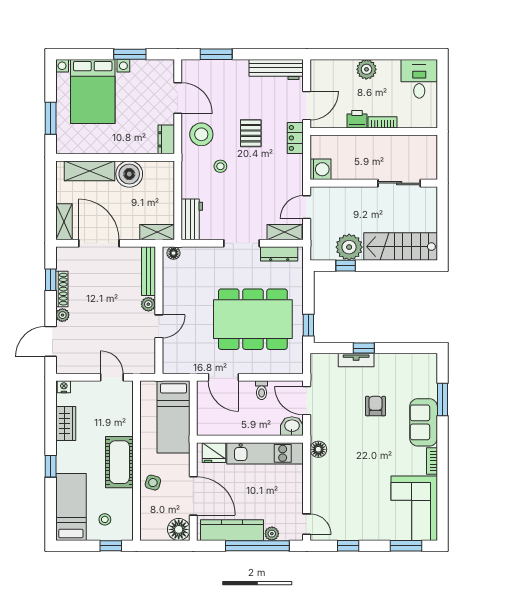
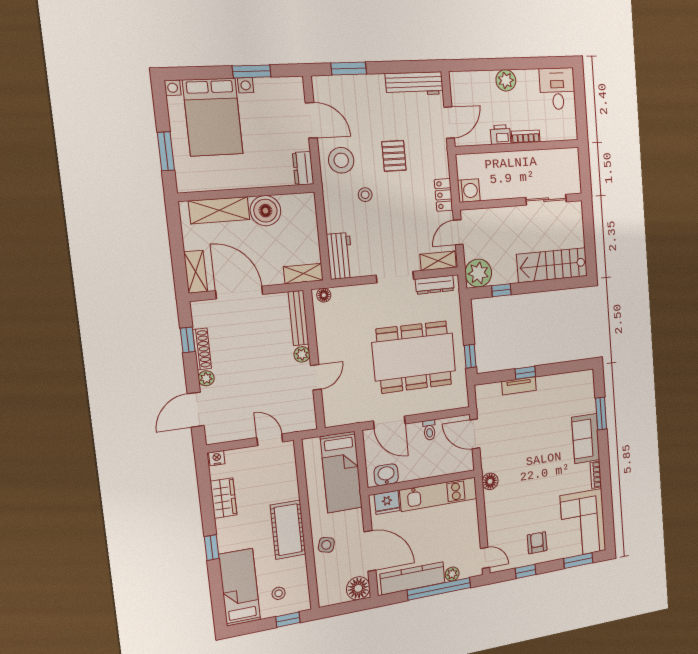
locker: (295, 138) -> (444, 195), moved
plant: (349, 247) -> (478, 273), moved
armchair: (375, 406) -> (537, 543), moved
washbasin: (292, 426) -> (386, 475), moved

